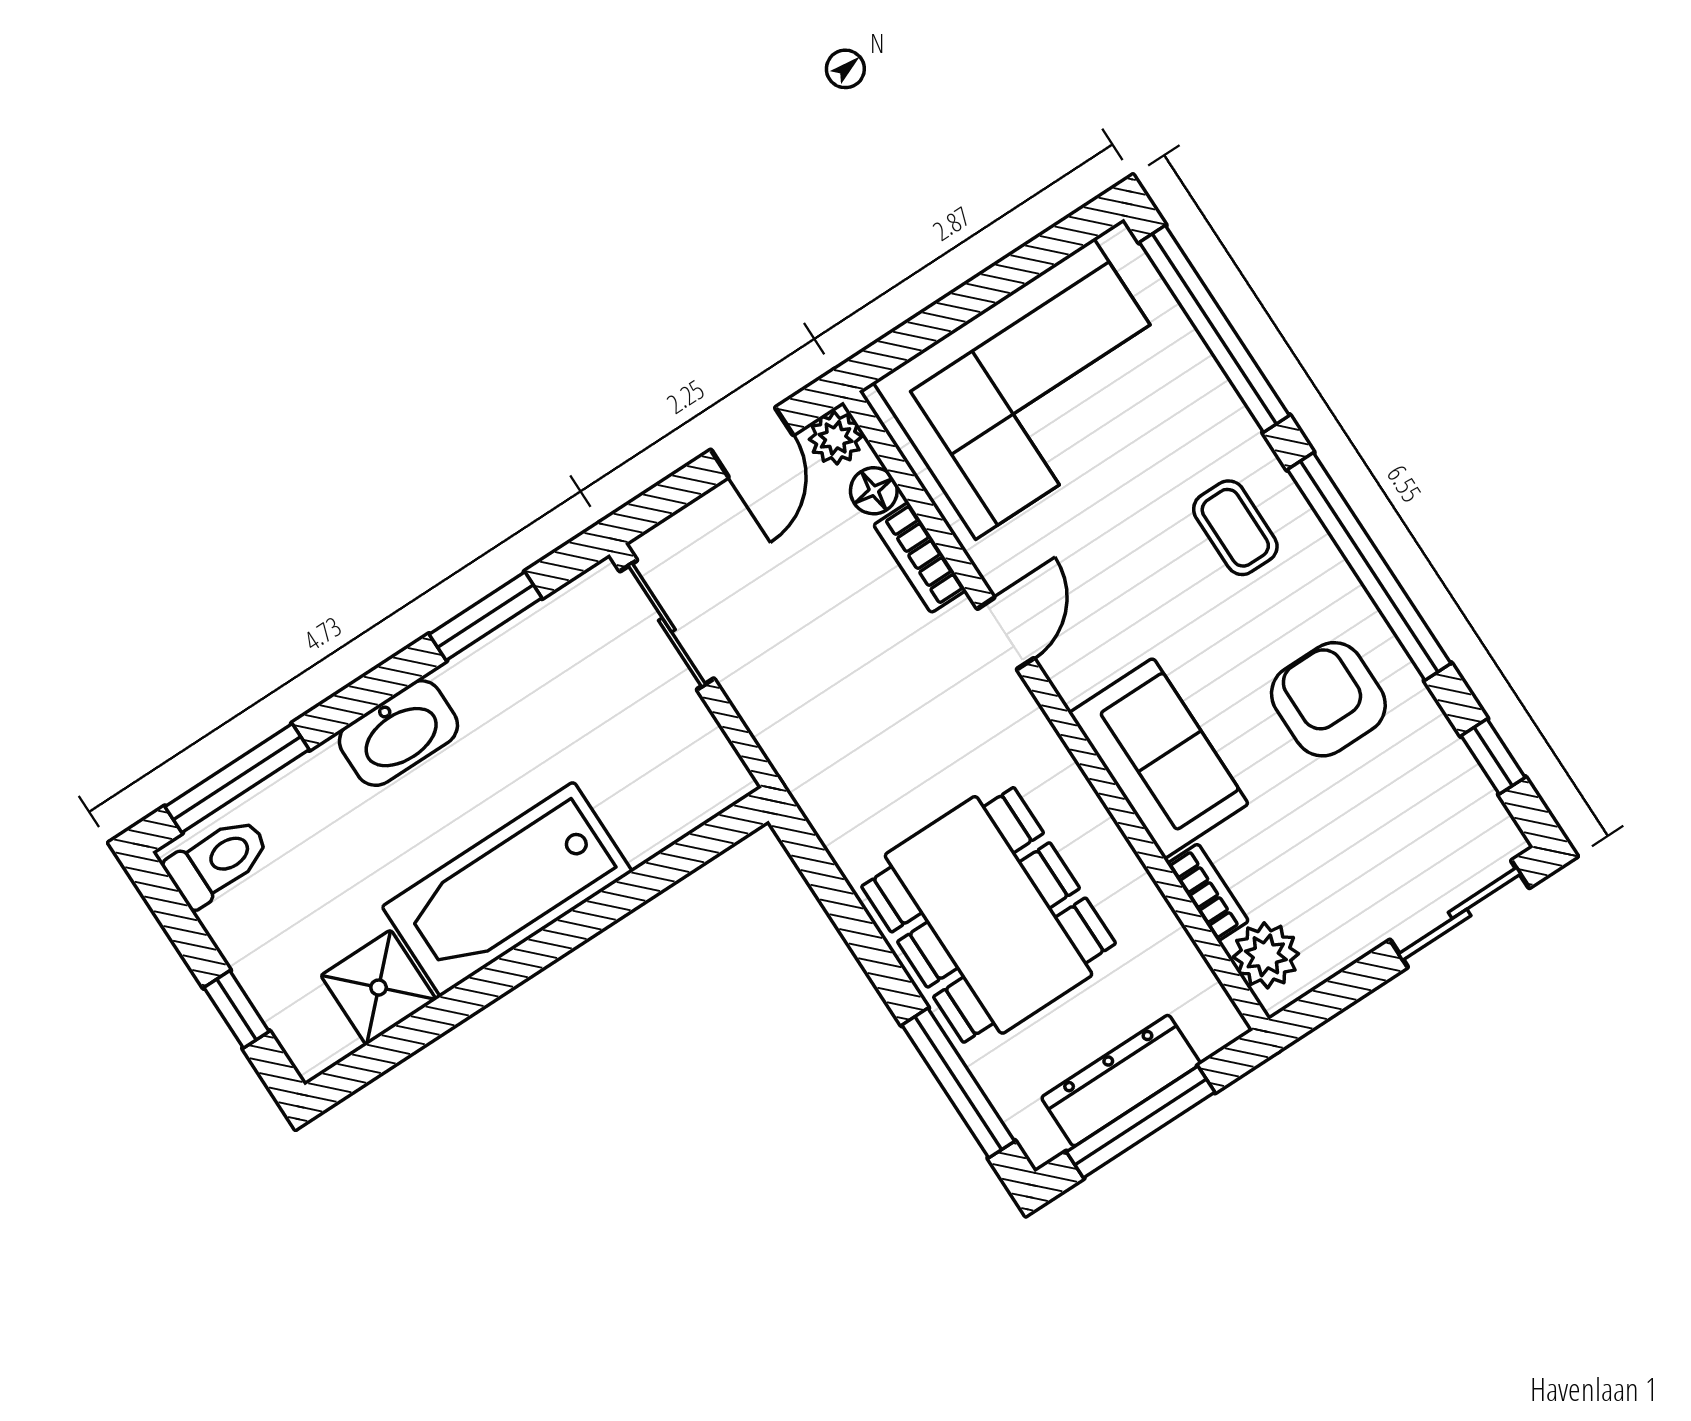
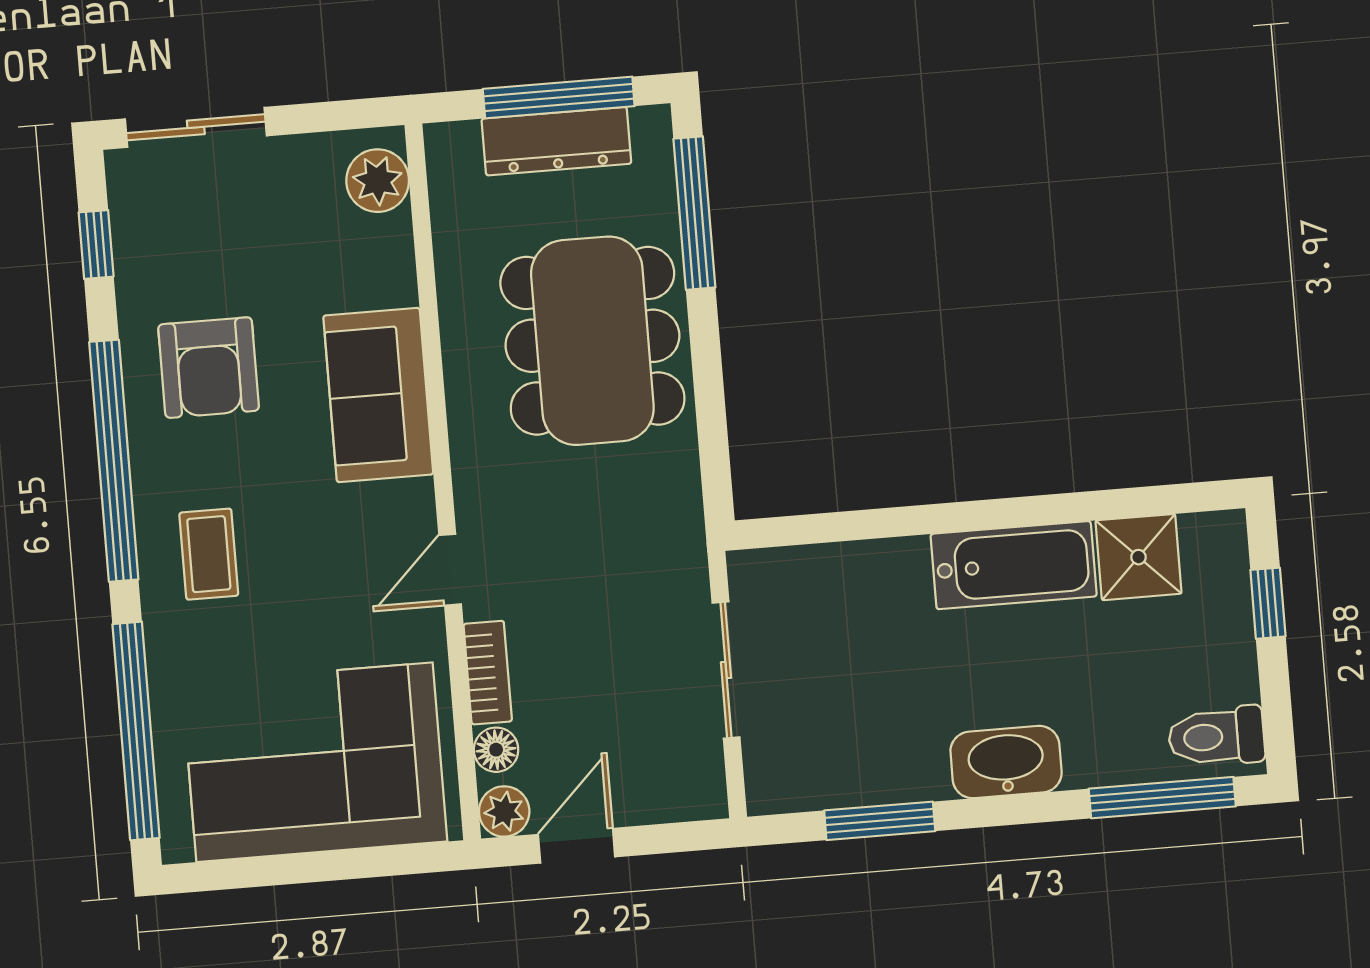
sliding door: (667, 625) -> (726, 670), moved
bathtub: (507, 889) -> (1014, 565), width x0.73, depth x0.73
bookcase: (1208, 892) -> (398, 260), removed

